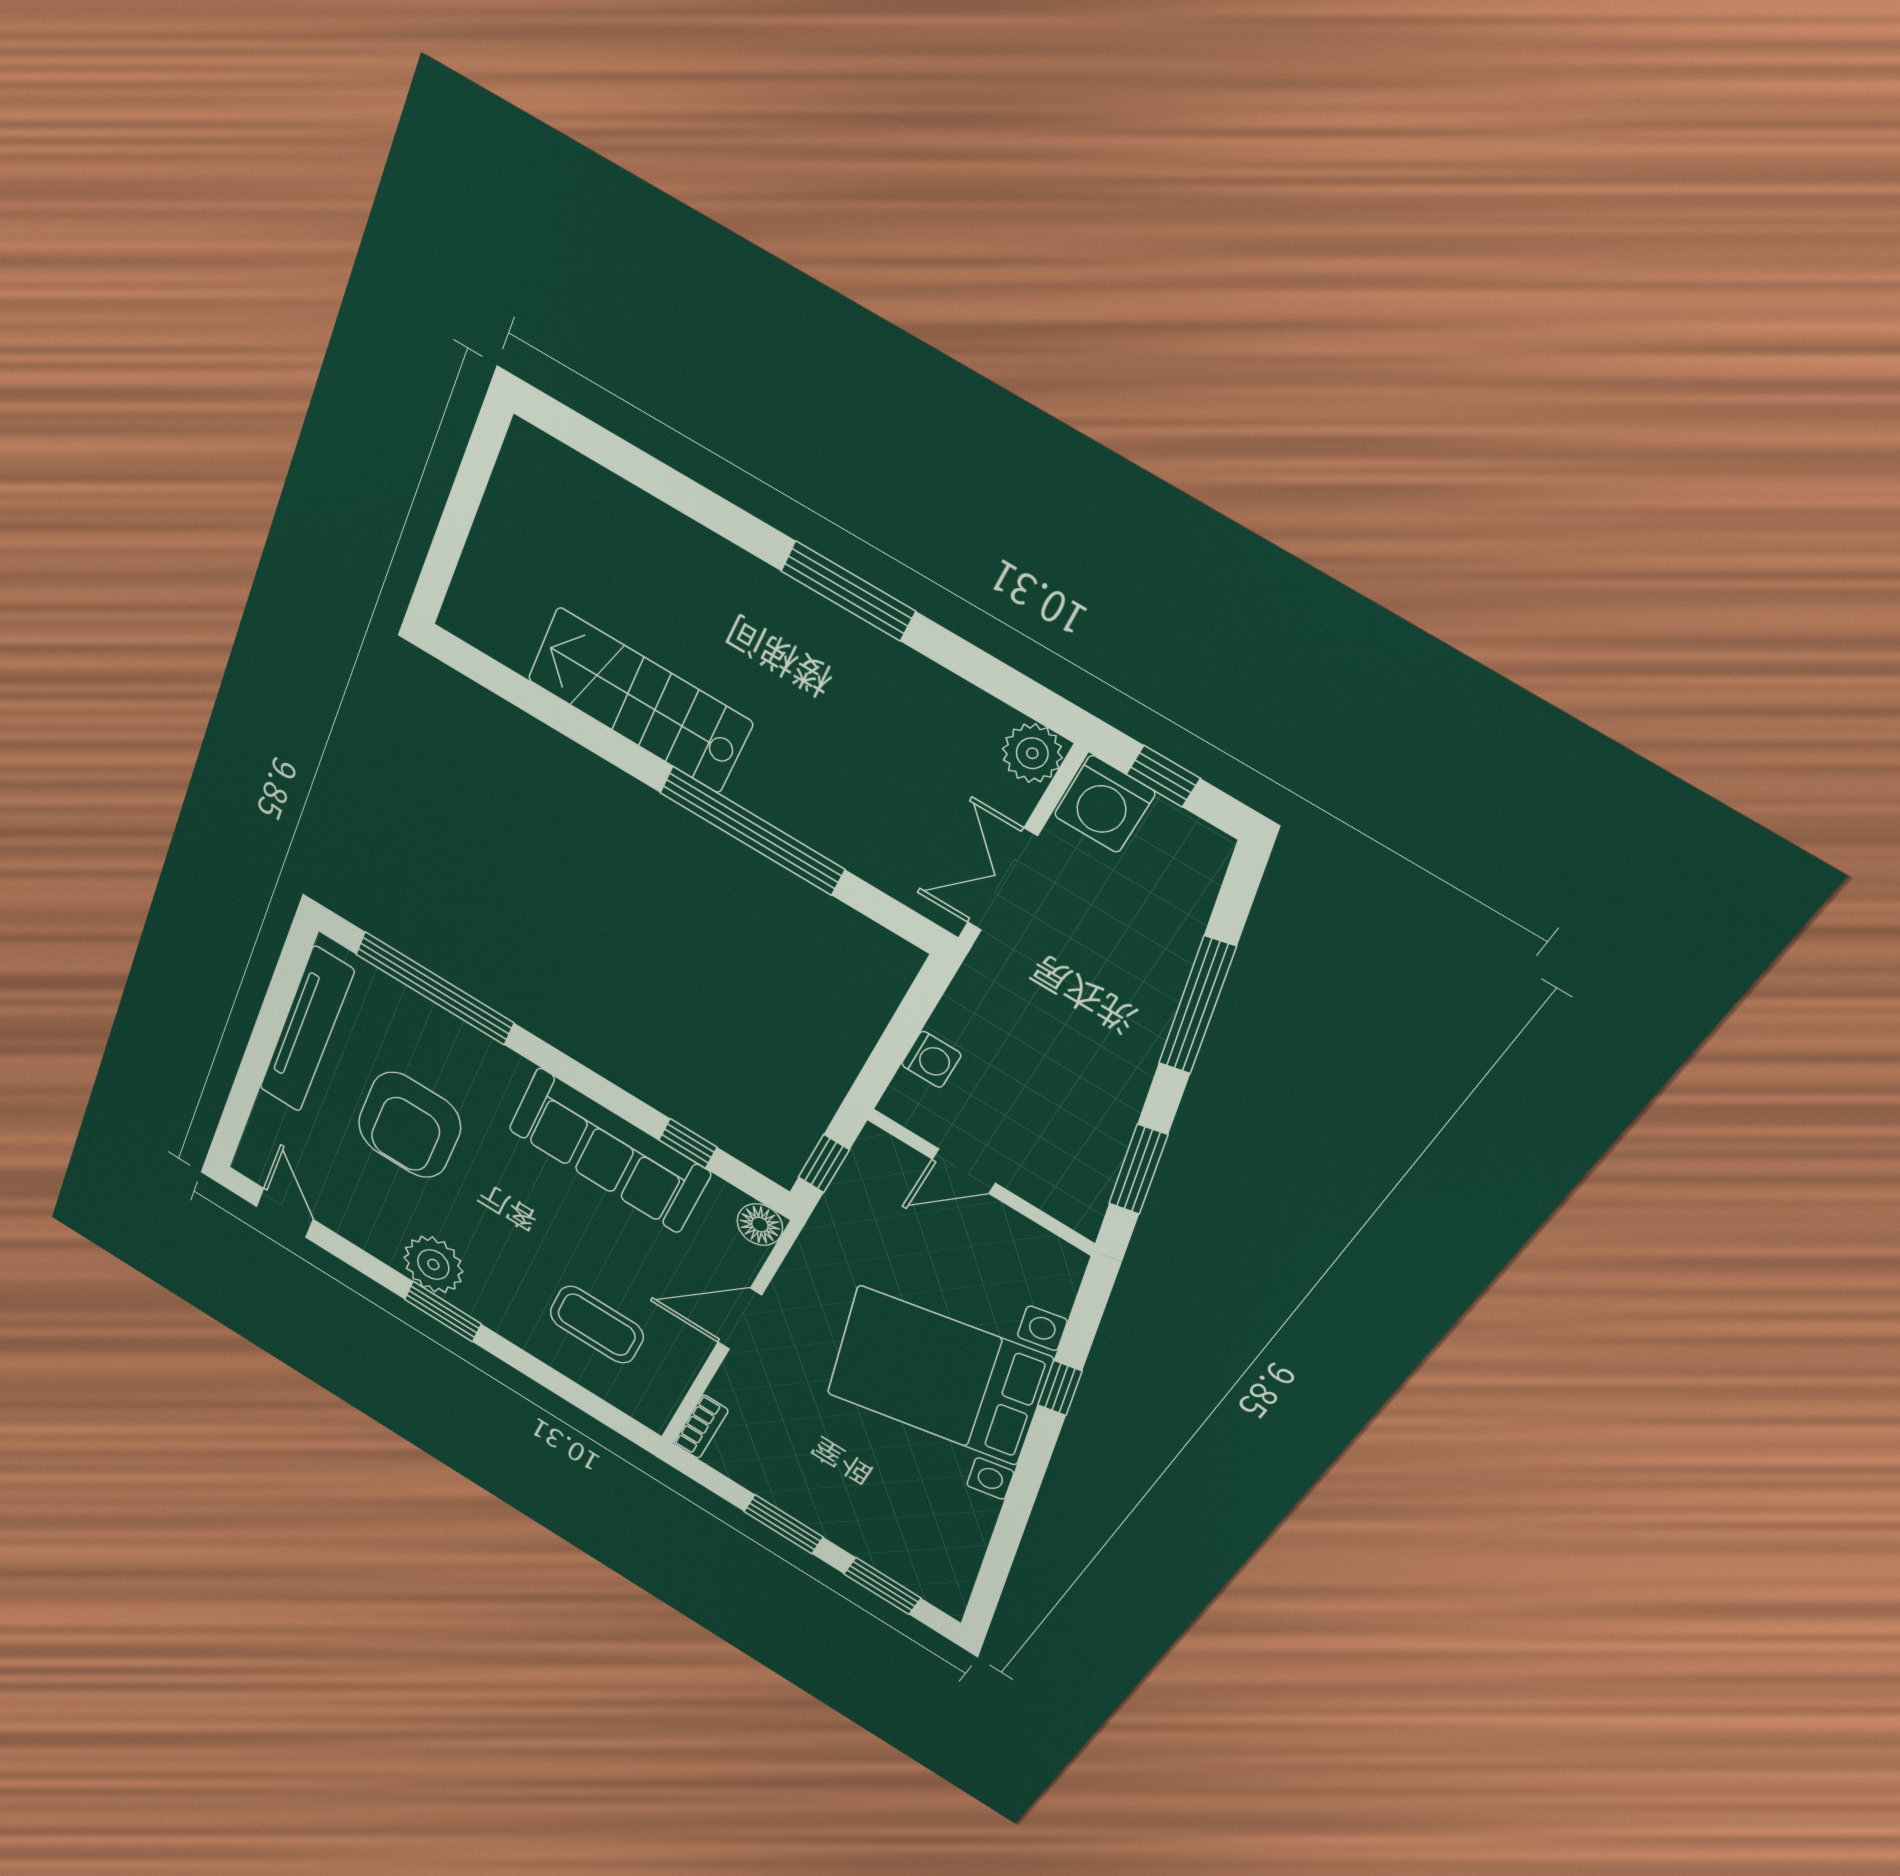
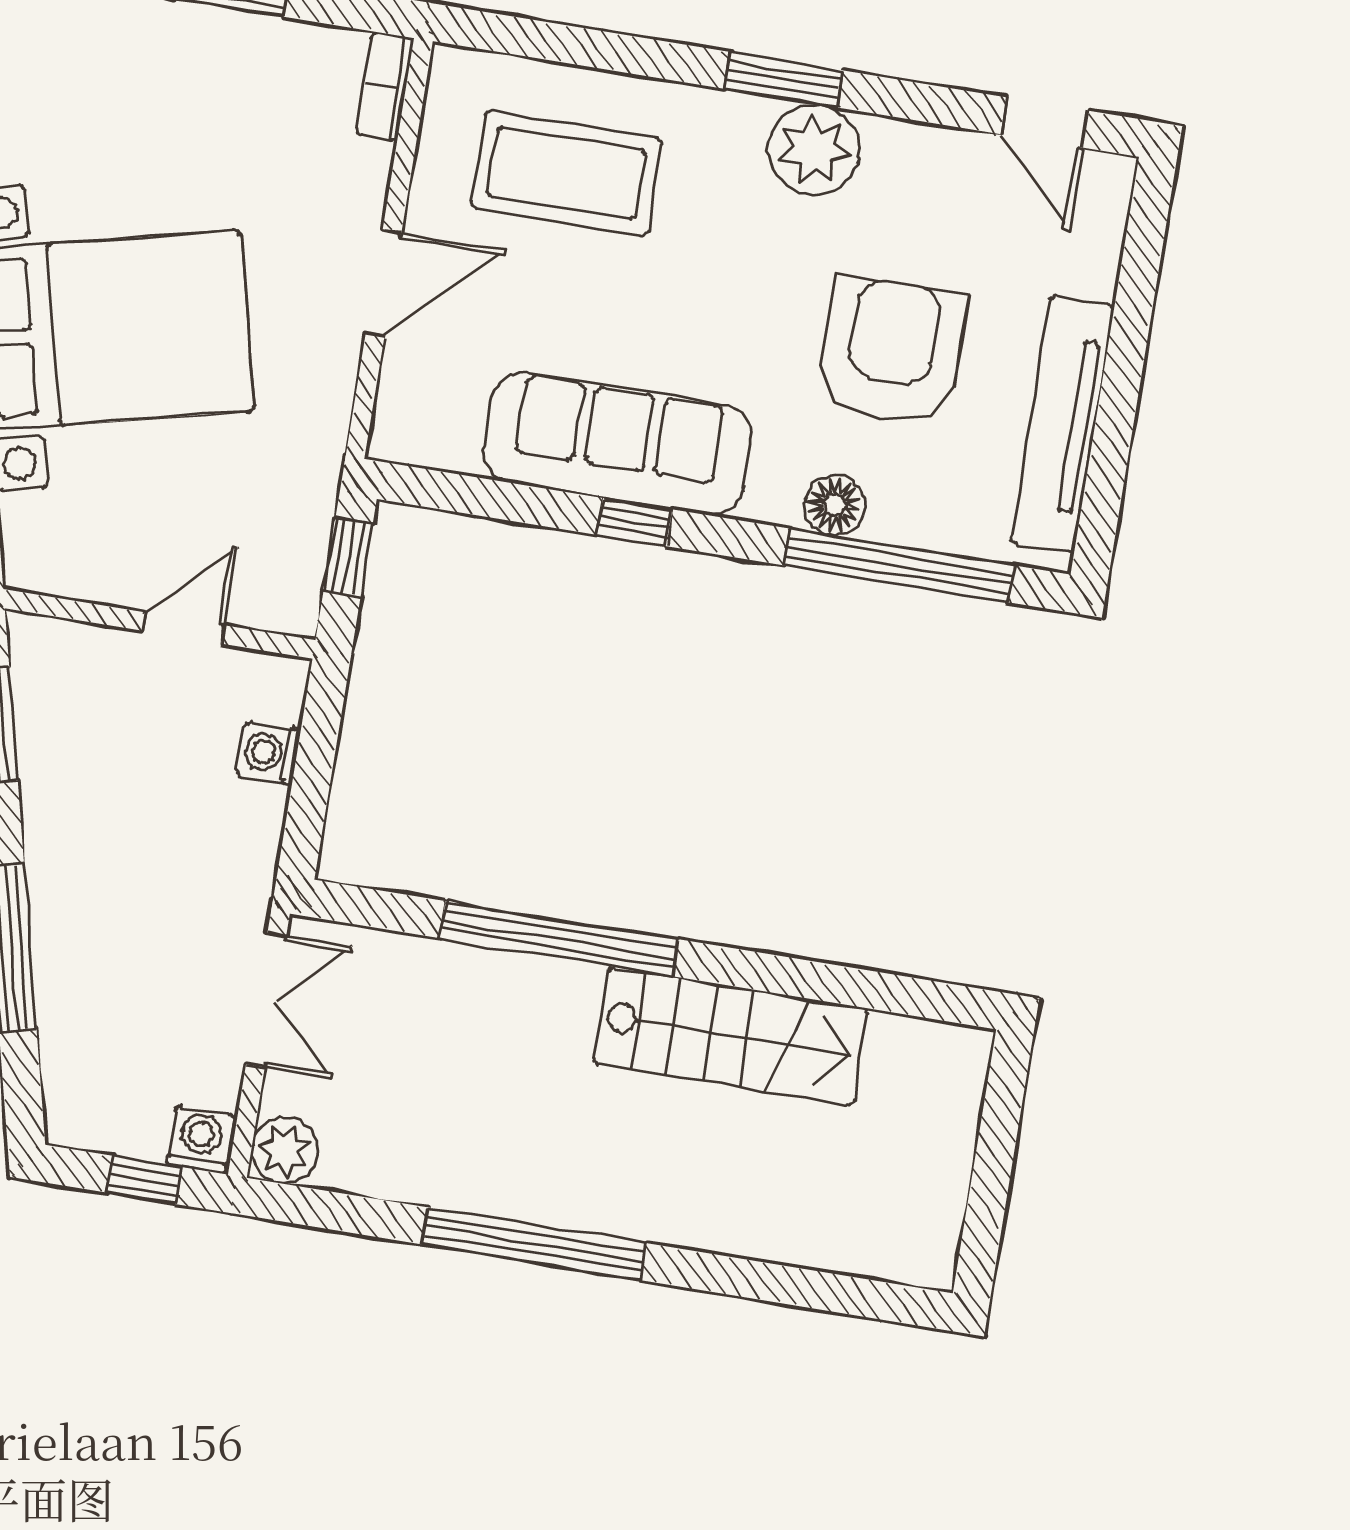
window: (848, 591) -> (534, 1244), width x1.46
washing machine: (1105, 804) -> (201, 1140), width x0.73, depth x0.73
window: (688, 1143) -> (635, 522), moved
floor lamp: (760, 1225) -> (835, 505), moved
coffee table: (597, 1325) -> (567, 173), width x1.36, depth x1.32

